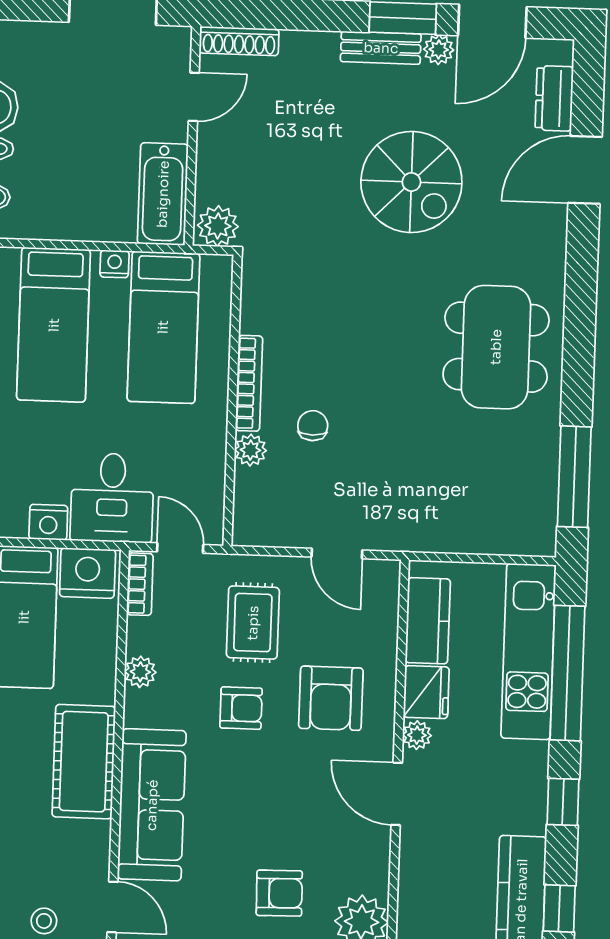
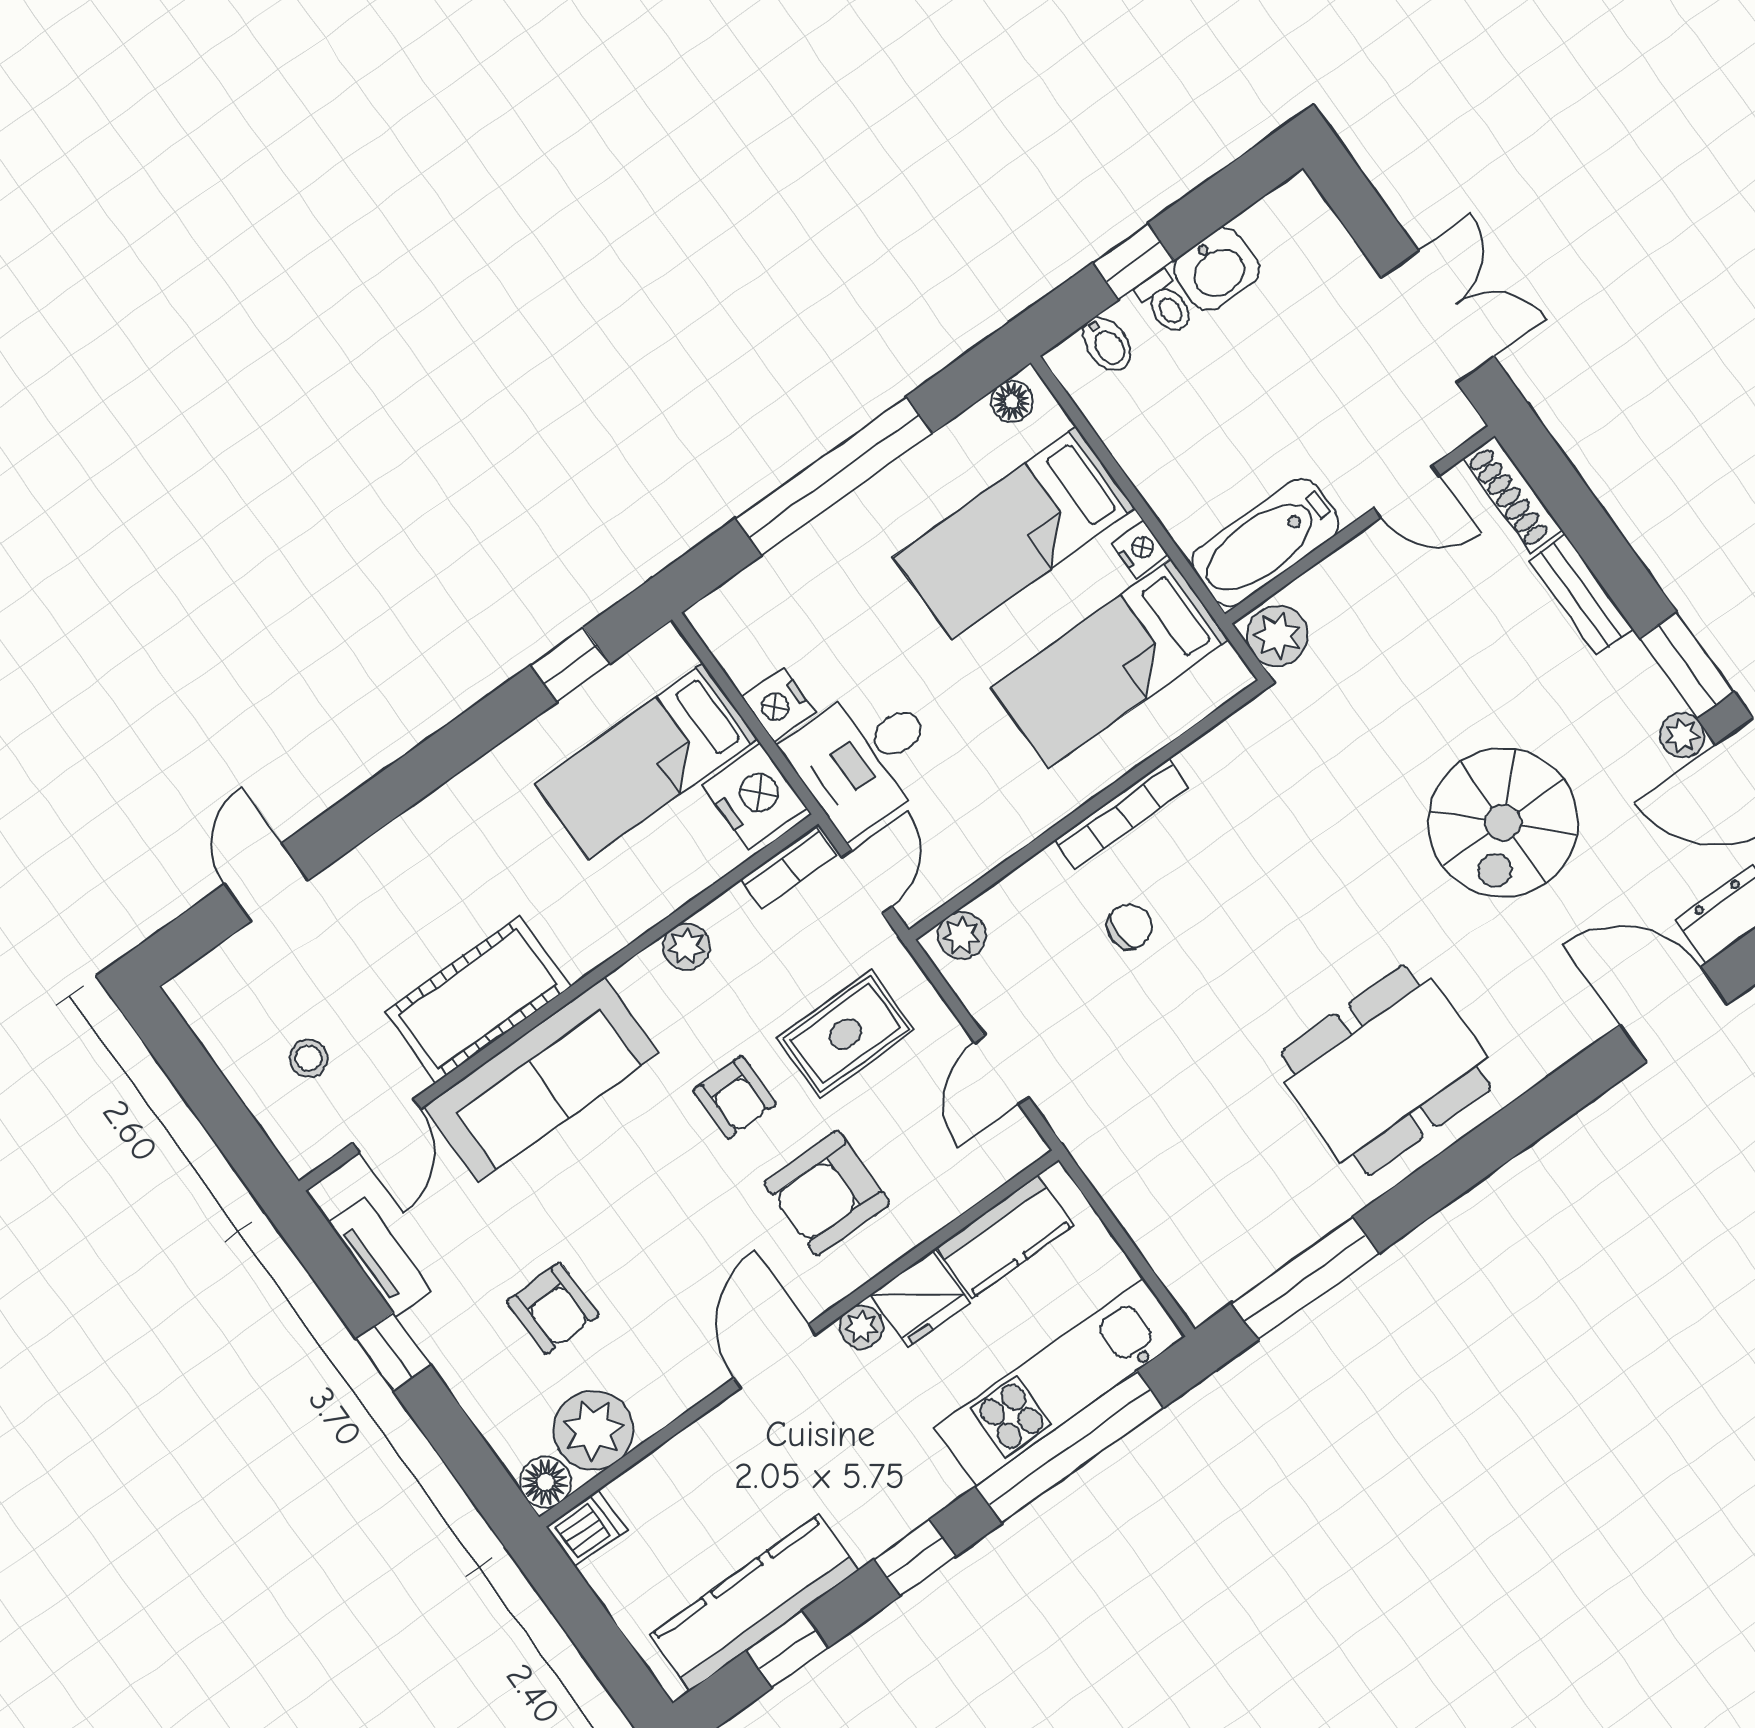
bench: (381, 48) -> (1581, 595), moved
plant: (250, 450) -> (961, 935), moved
cot: (84, 762) -> (478, 999), moved

